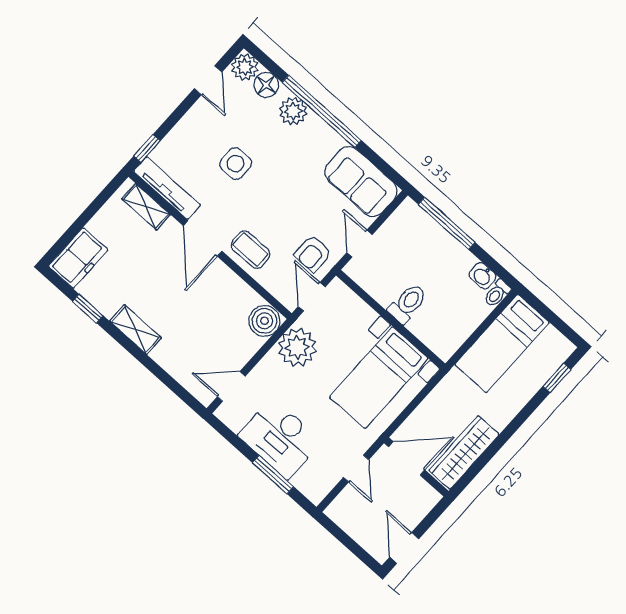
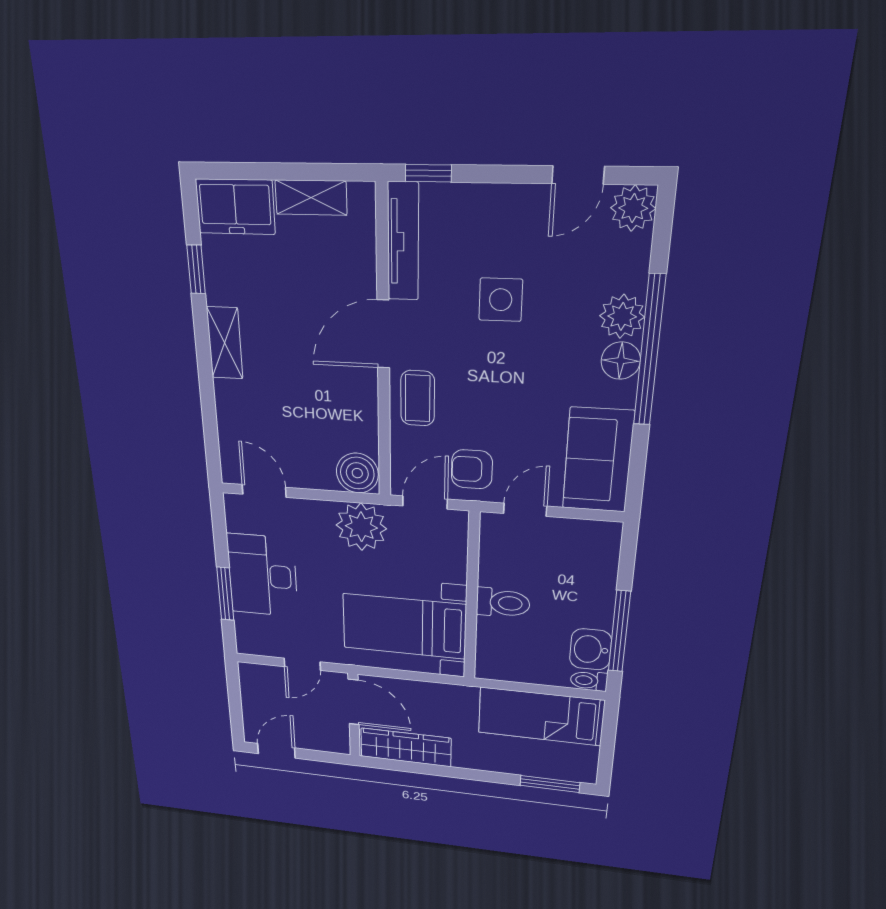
floor lamp: (266, 85) -> (621, 361), moved
shelving: (146, 207) -> (311, 198), moved, turned 90
window: (447, 223) -> (619, 631), moved
washbasin: (483, 276) -> (590, 649), width x1.38, depth x1.45
window: (557, 378) -> (550, 784), width x1.50

